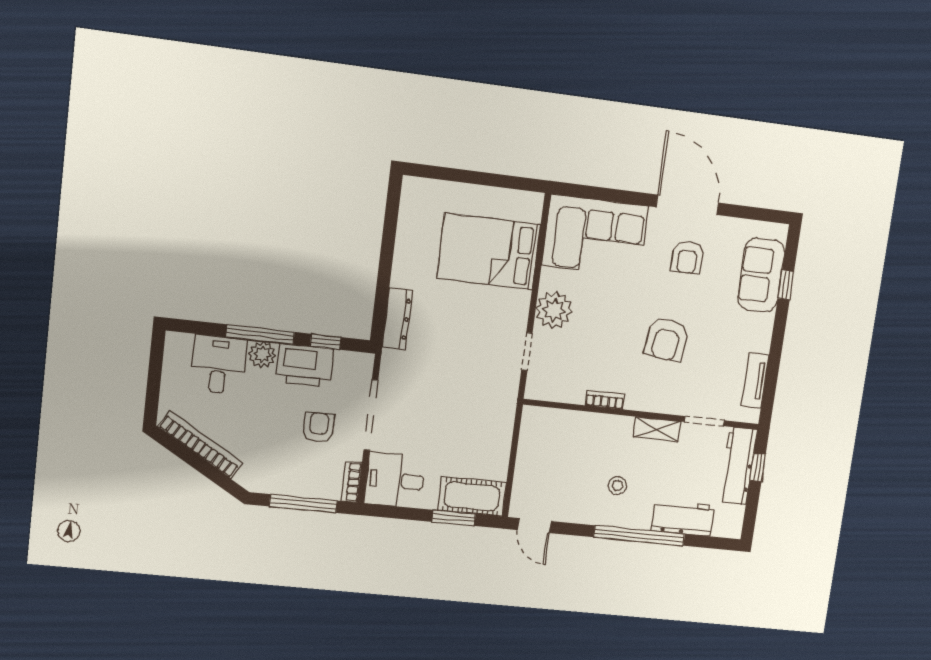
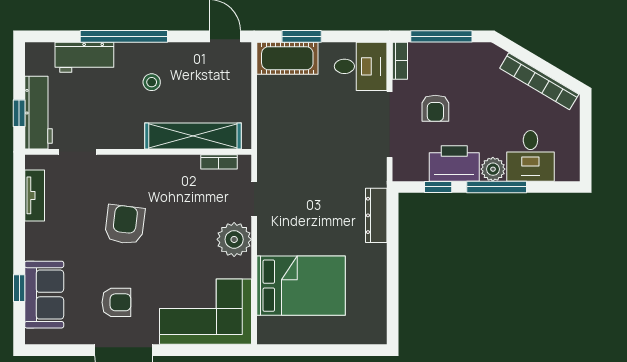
armchair: (687, 257) -> (116, 302), turned 90
bookcase: (605, 400) -> (219, 162), moved
shelving: (657, 429) -> (193, 136), moved, width x2.20, depth x1.33

